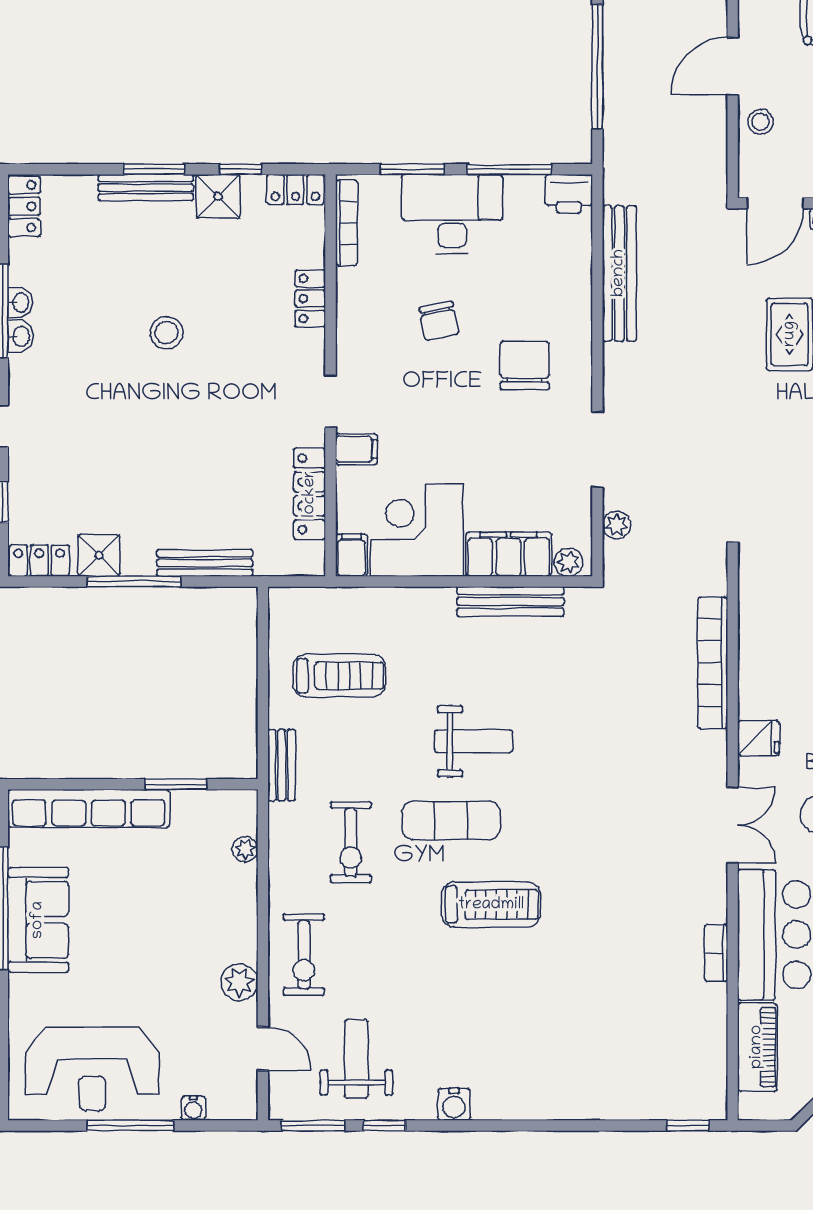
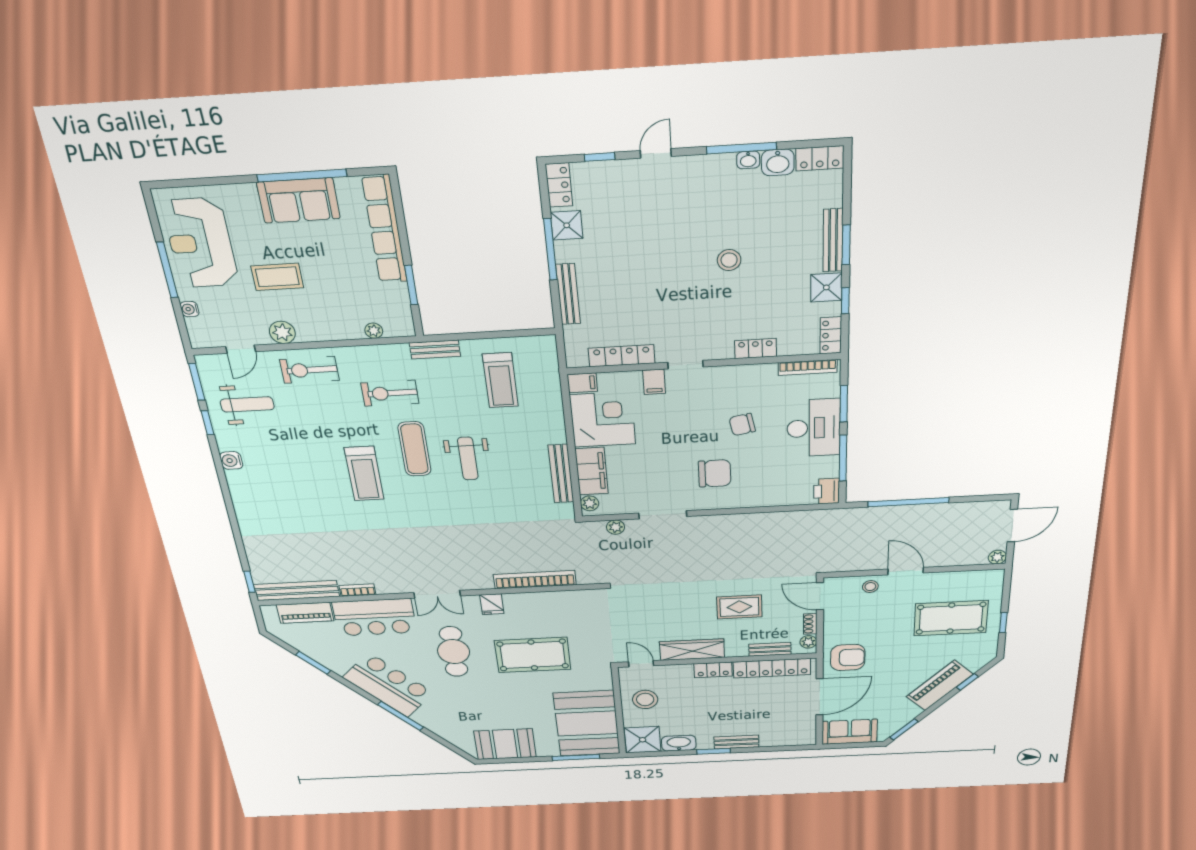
bench: (619, 273) -> (297, 590), moved
washbasin: (21, 336) -> (778, 162), moved, width x1.38, depth x1.45
coffee table: (151, 972) -> (277, 277), added

